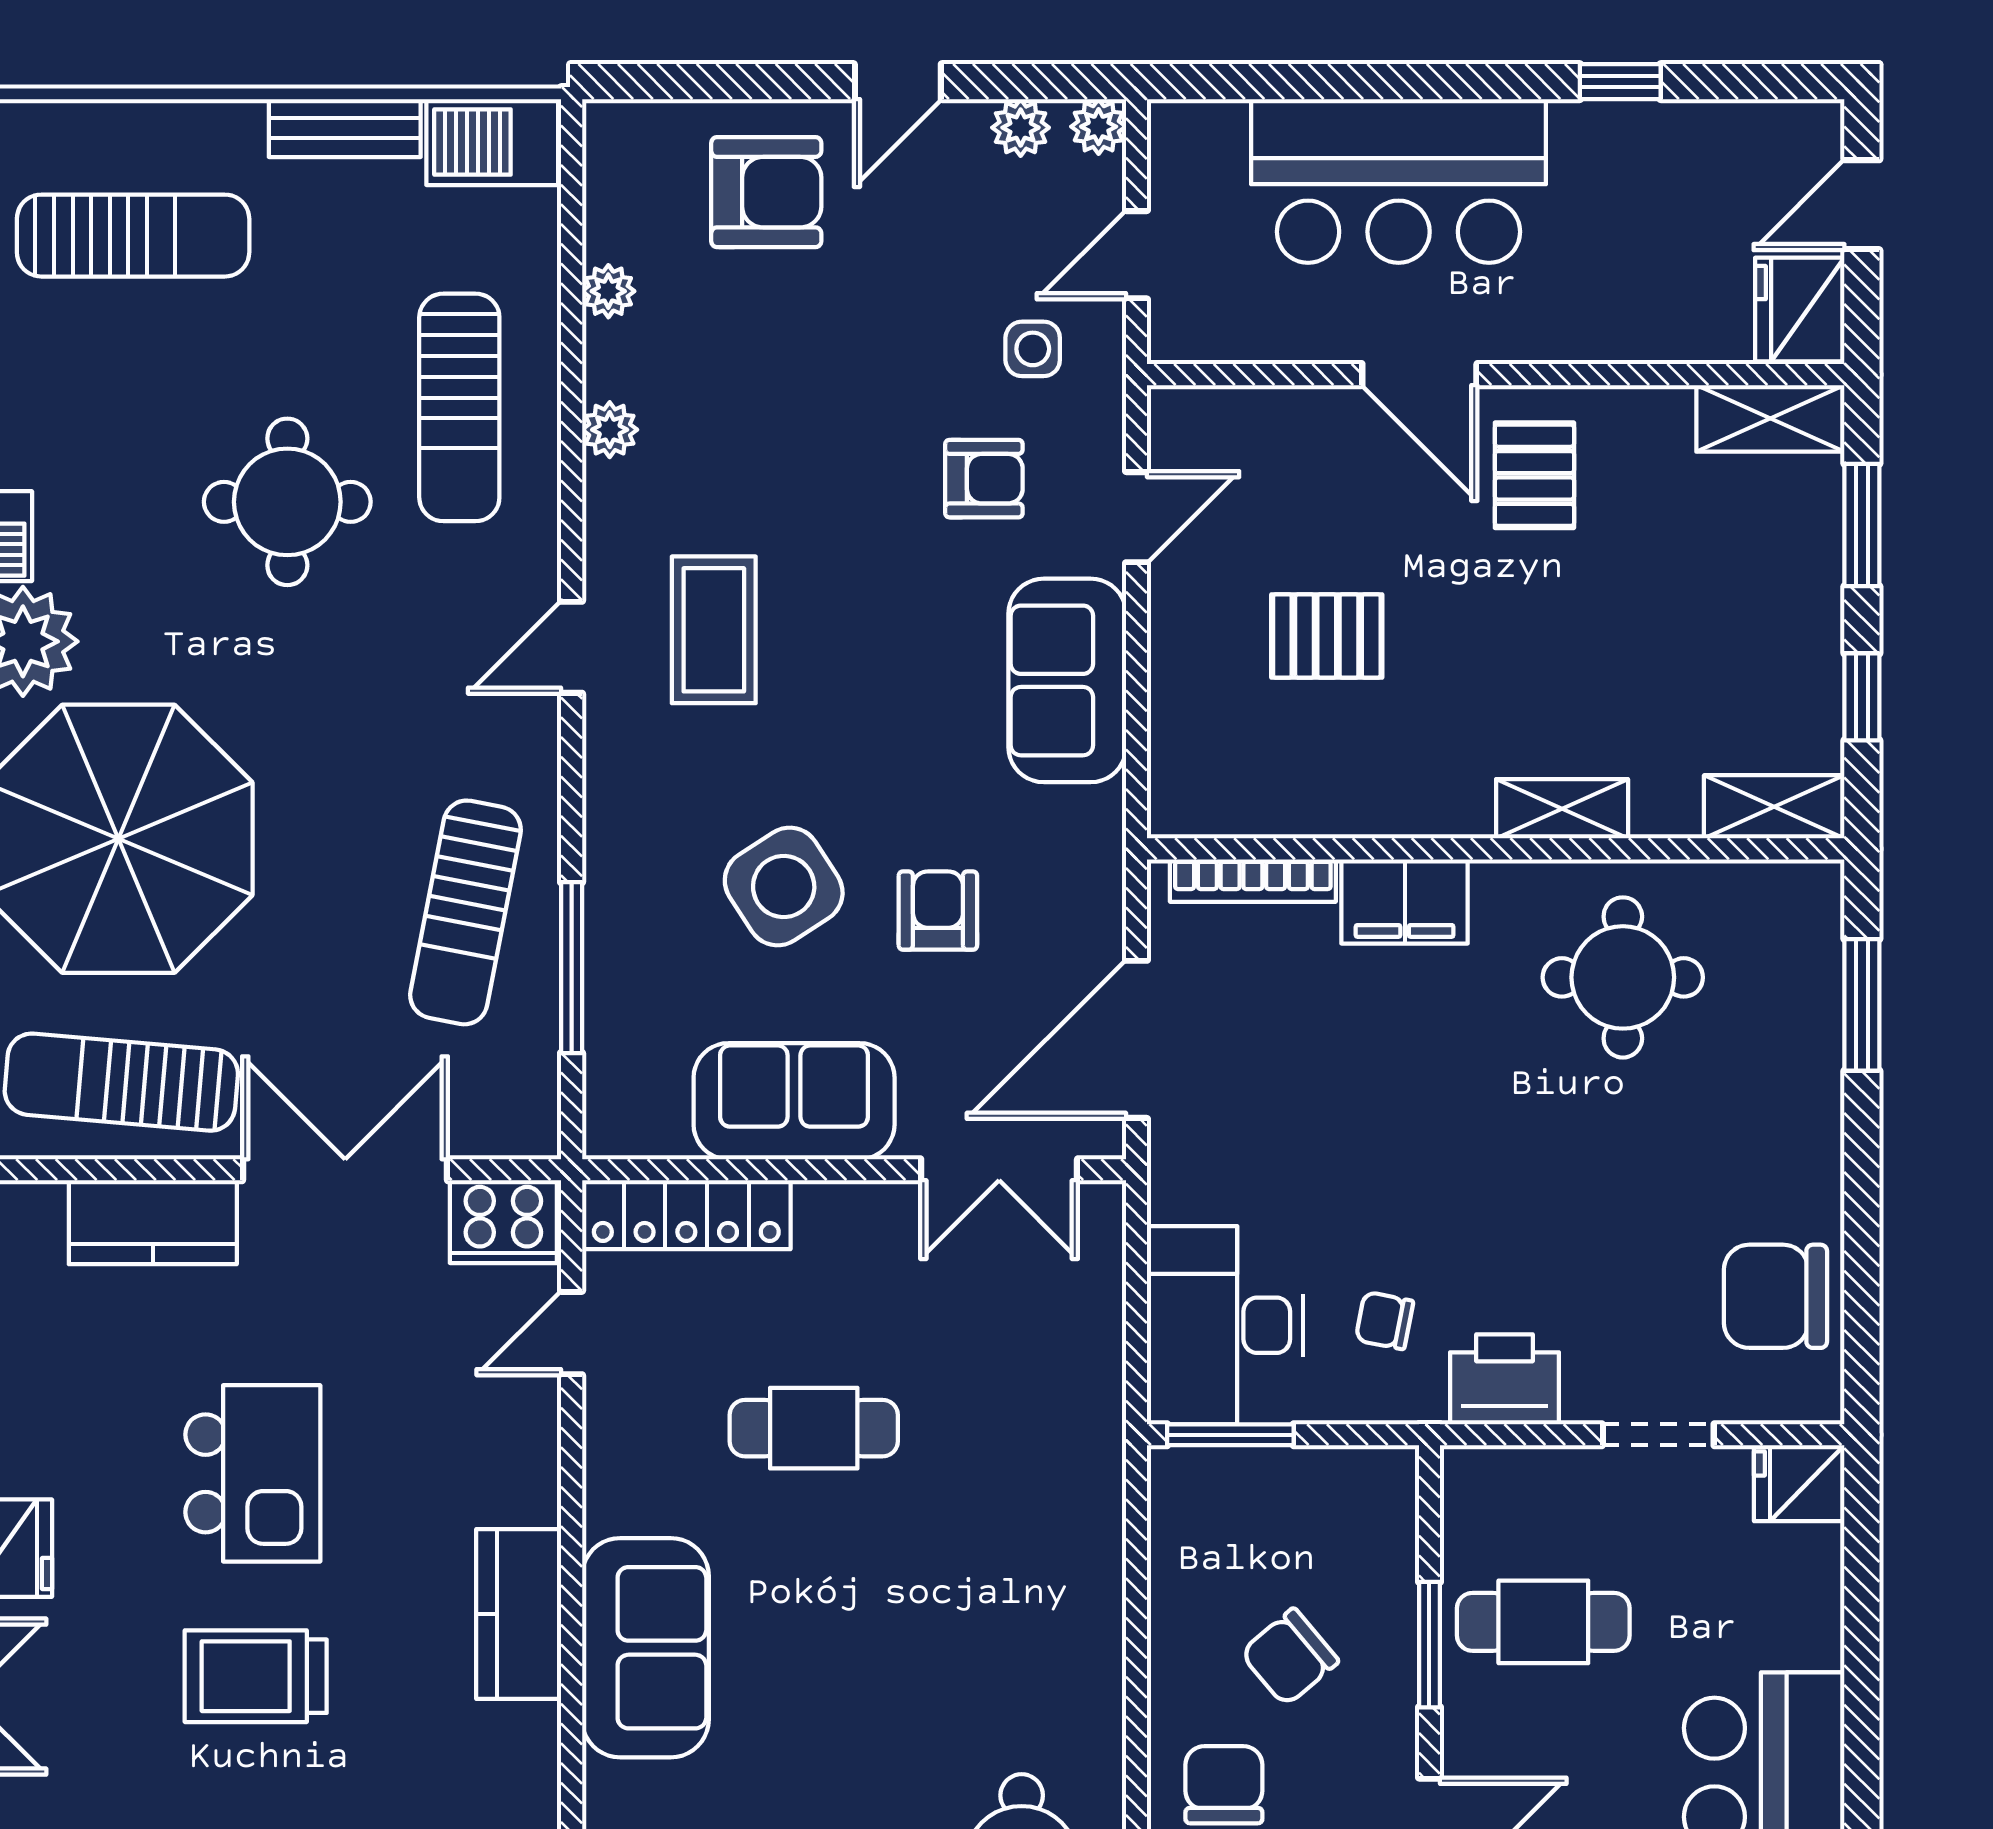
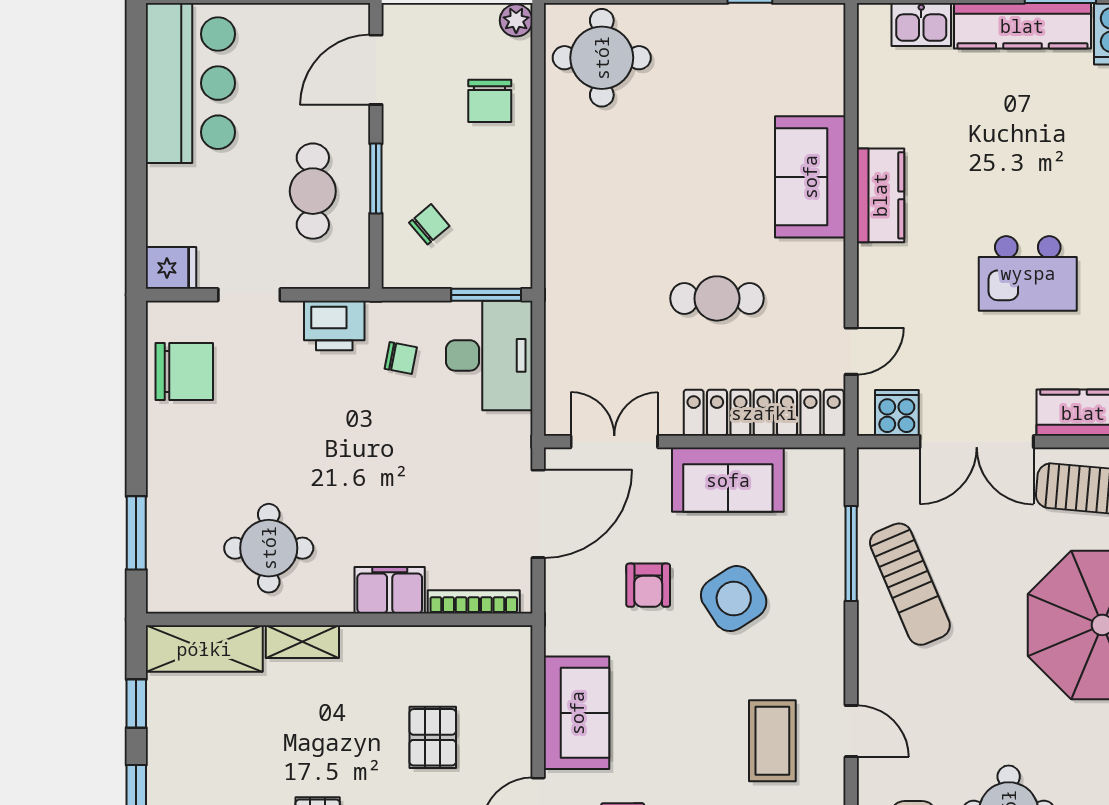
pallet: (1327, 636) -> (433, 737), turned 90
door: (572, 647) -> (851, 731), hinge flipped
shelving: (1774, 807) -> (204, 649), width x1.50, depth x1.33
sun lounger: (466, 912) -> (910, 584), turned 146
locker: (686, 1215) -> (764, 413), width x1.41, depth x1.21
cooker: (503, 1222) -> (897, 413), width x0.73
kitchen island: (253, 1473) -> (1028, 273), turned -90
cafe table: (1543, 1622) -> (313, 191), turned 90
chair: (1290, 1657) -> (429, 224), moved, width x0.73, depth x0.73
trolley: (256, 1676) -> (1026, 161), removed

